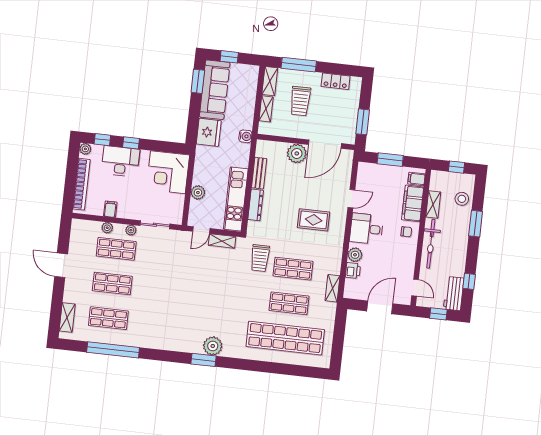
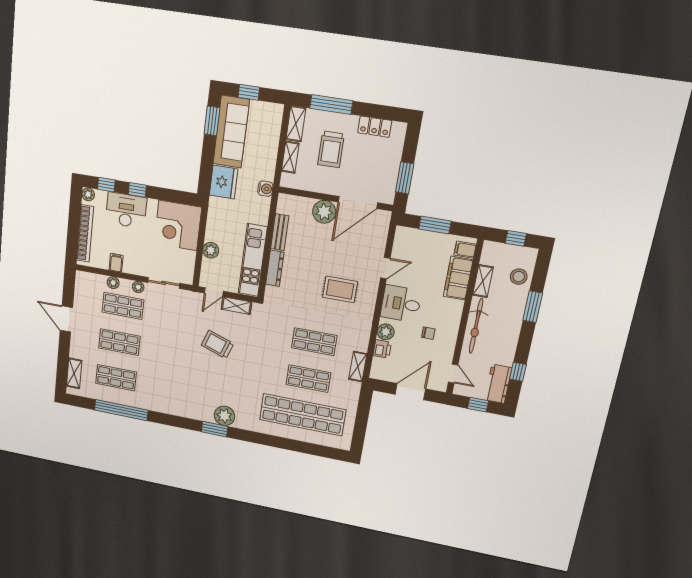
chair: (406, 232) -> (428, 333), moved
trolley: (260, 258) -> (217, 344), moved, turned 109

